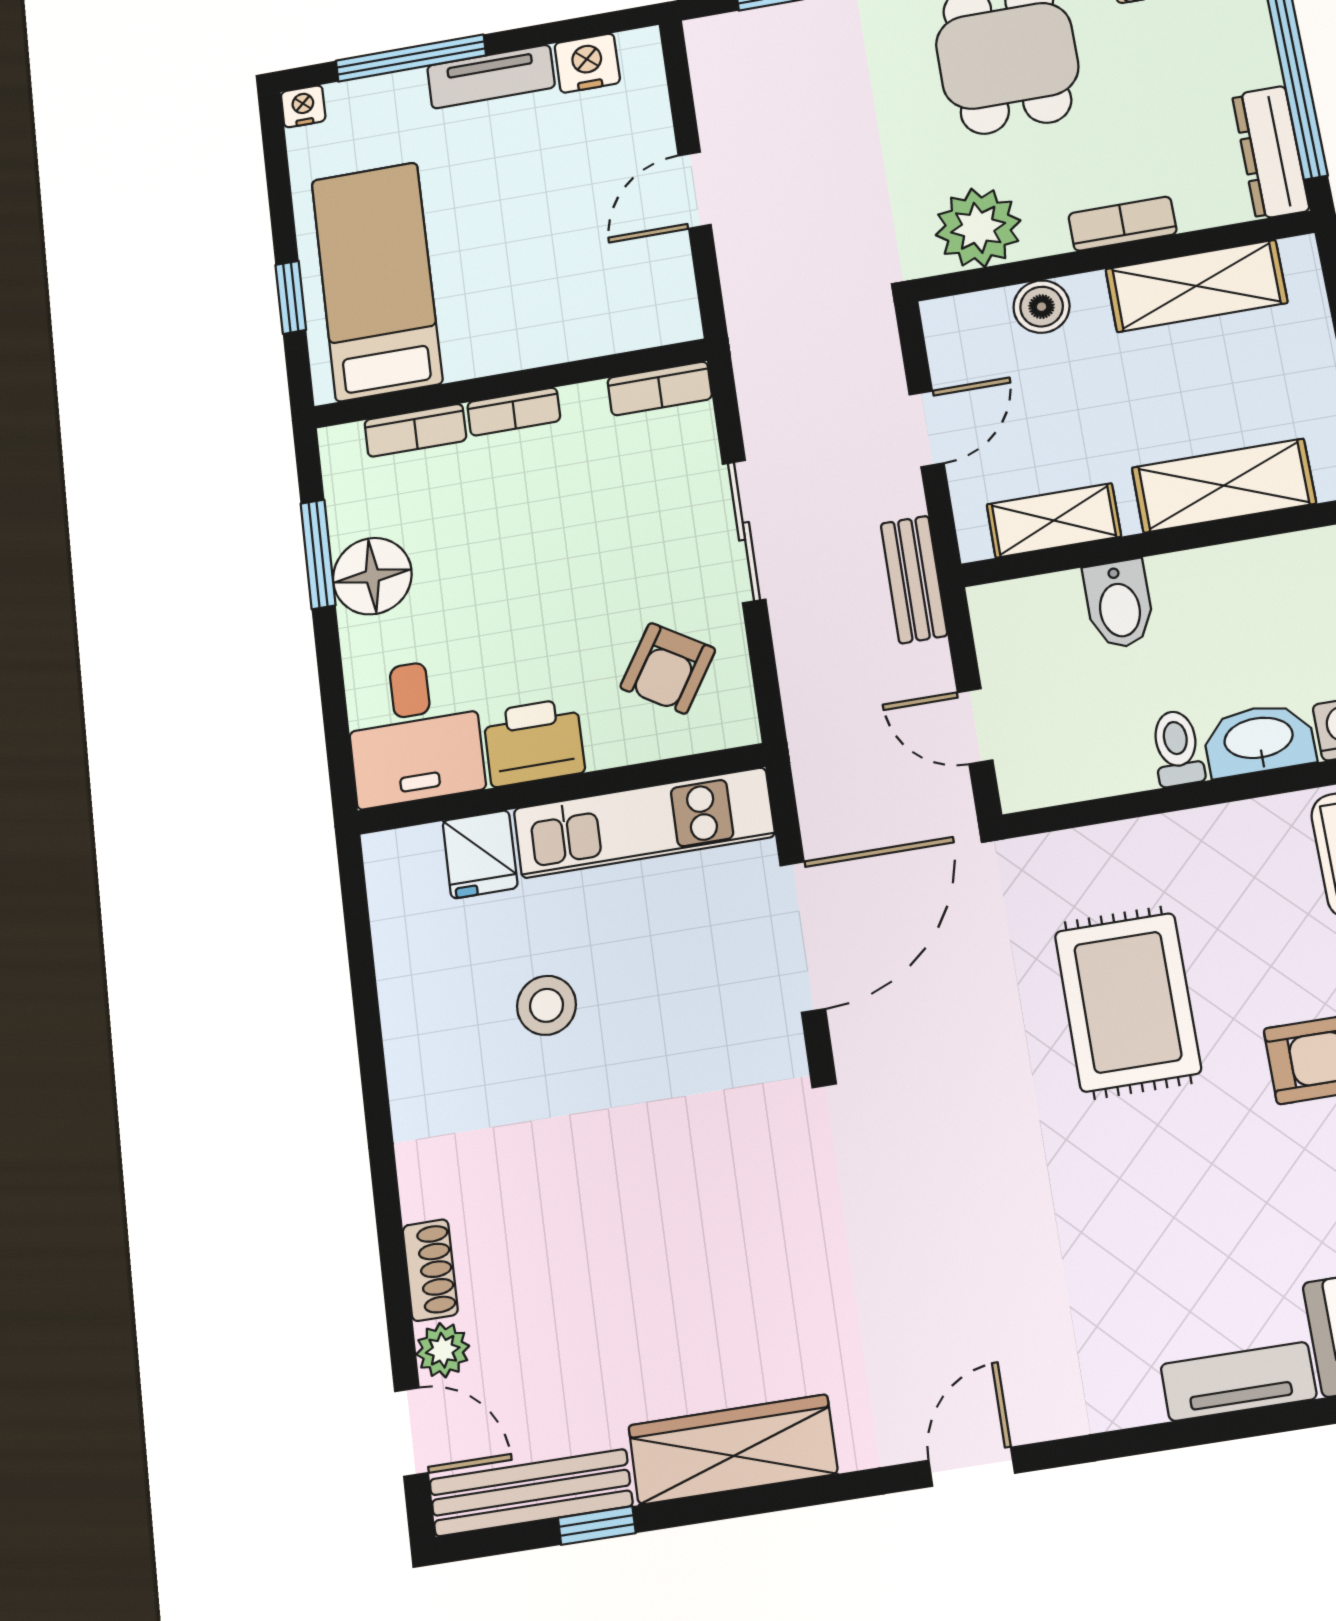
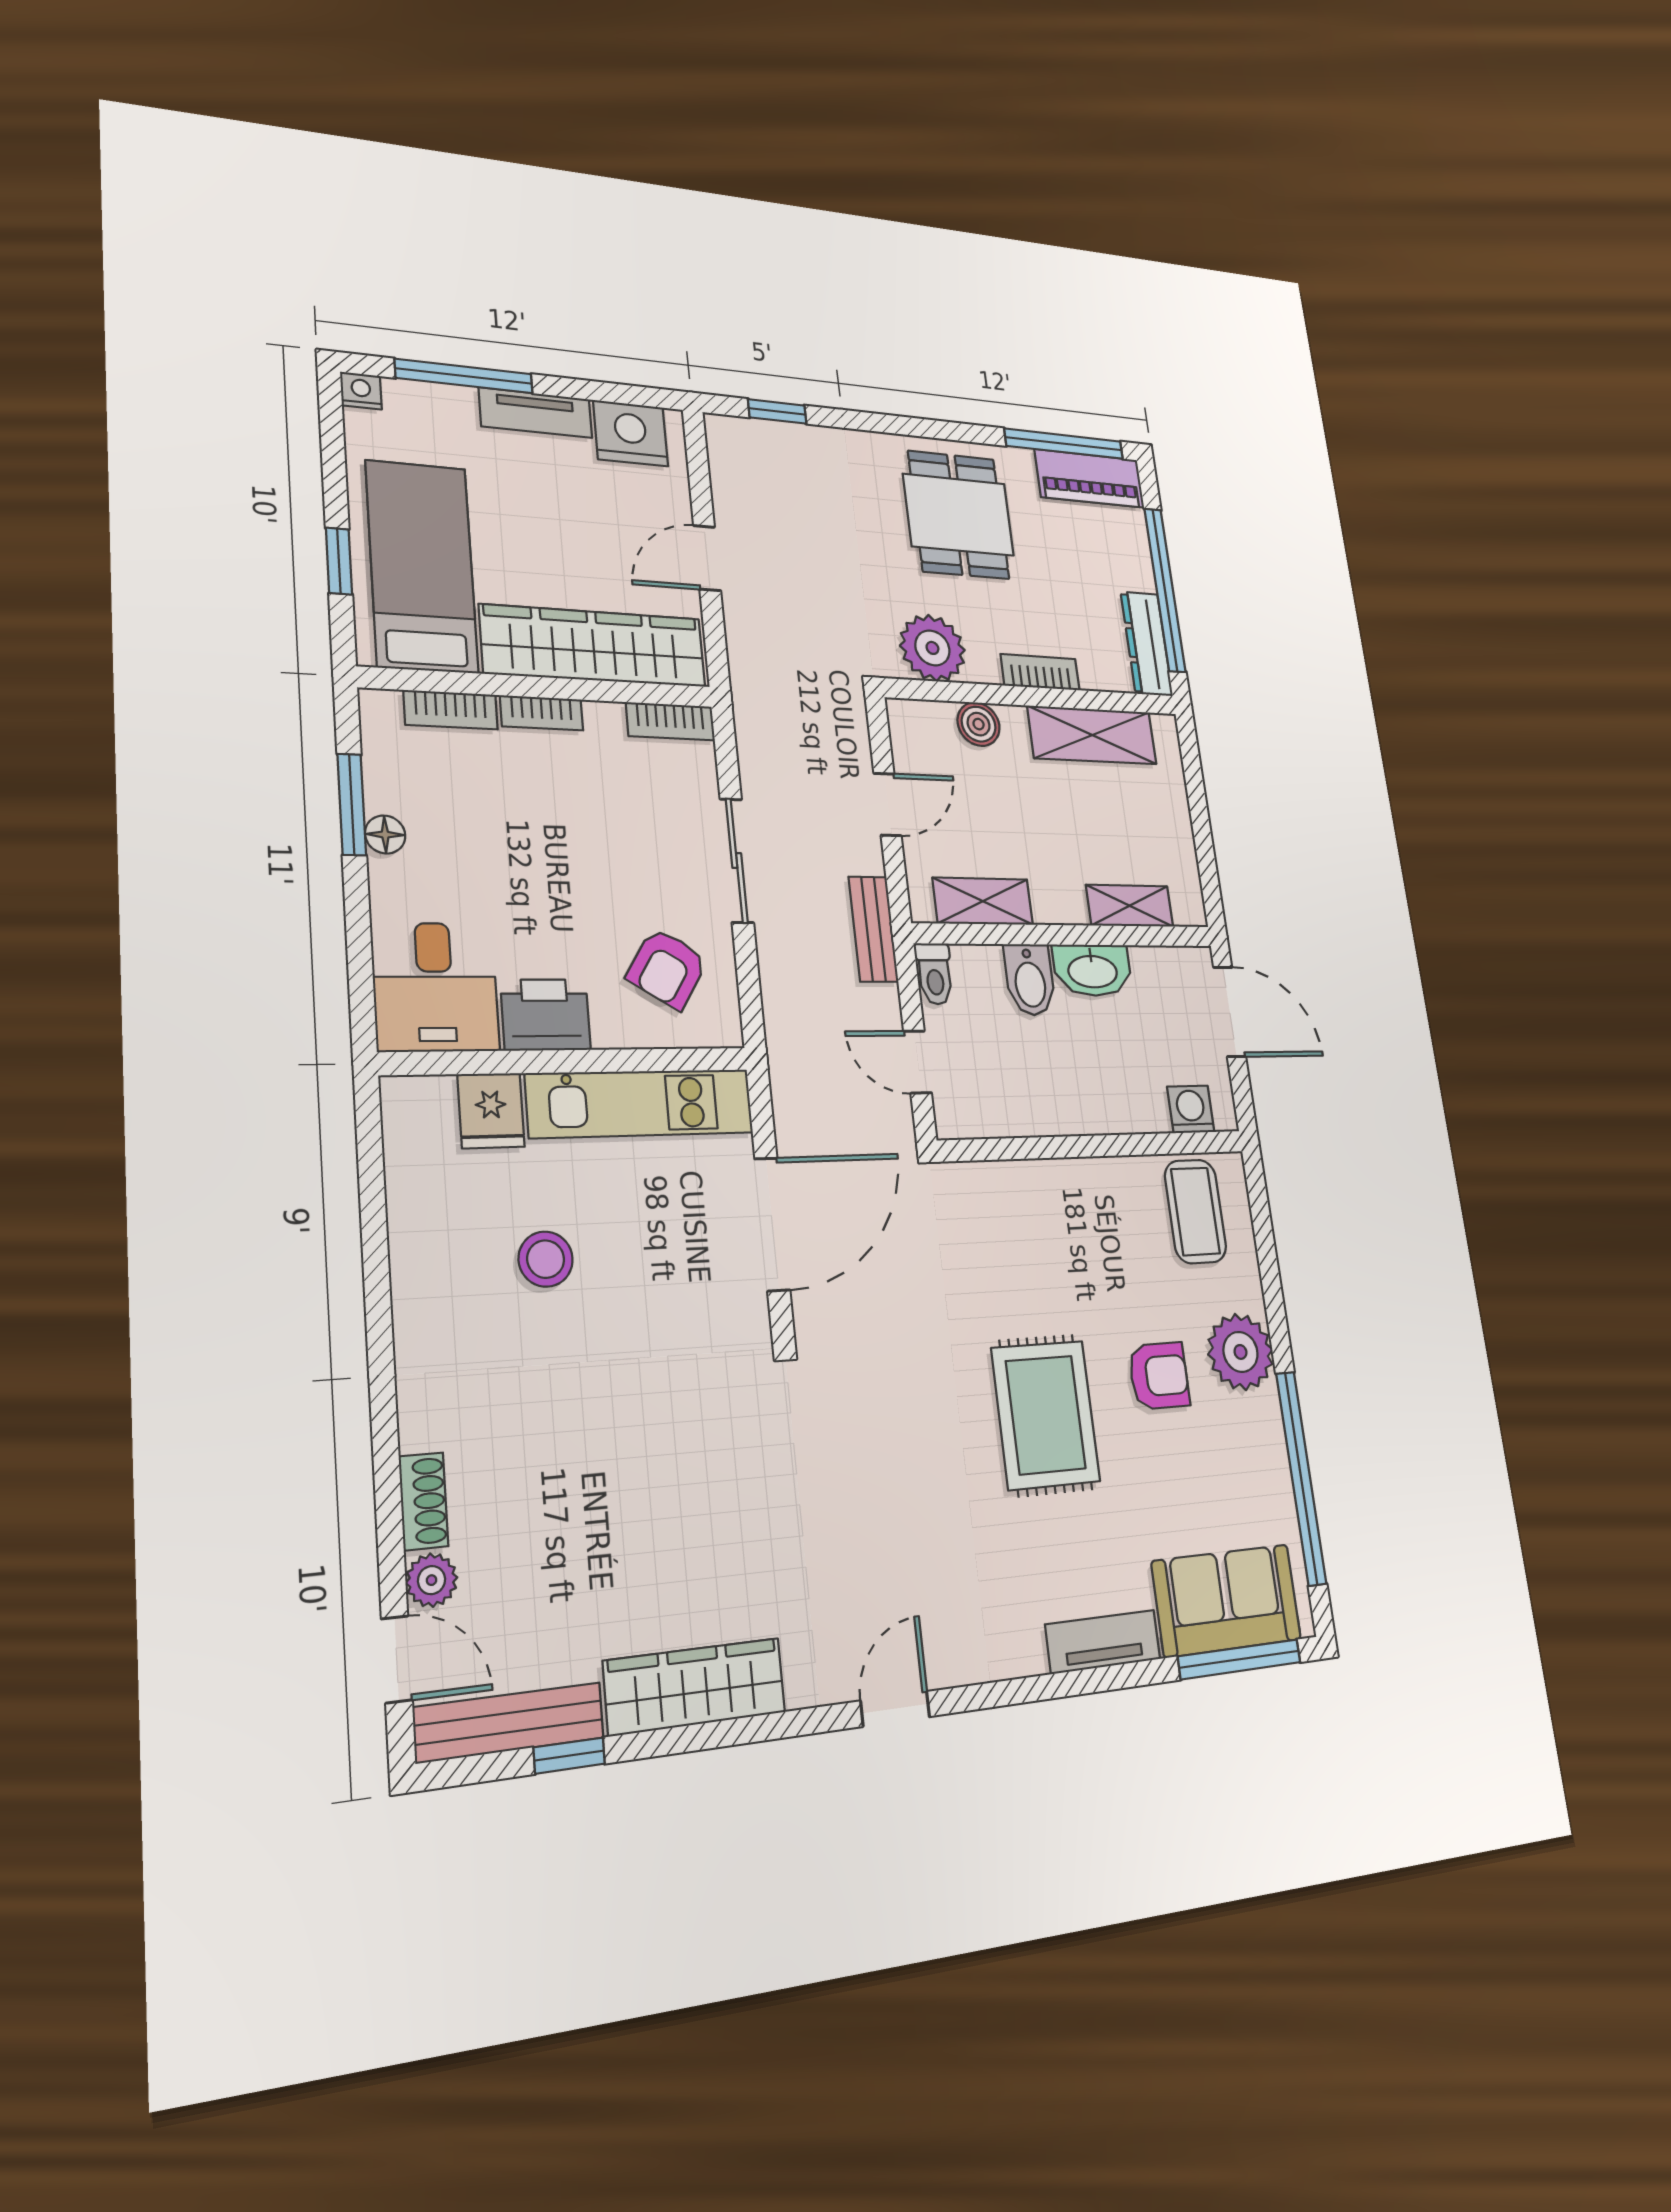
nightstand: (587, 63) -> (631, 433), width x1.36, depth x1.33
wardrobe: (568, 323) -> (594, 646), added
shelving: (1224, 486) -> (1130, 906), width x0.67, depth x0.75
floor lamp: (372, 576) -> (385, 835), width x0.53, depth x0.53
washbasin: (1259, 740) -> (1092, 970), moved, turned 180
toilet: (1177, 748) -> (934, 974), moved, turned 180
rug: (1128, 1002) -> (1046, 1415), moved

